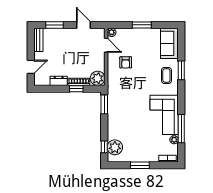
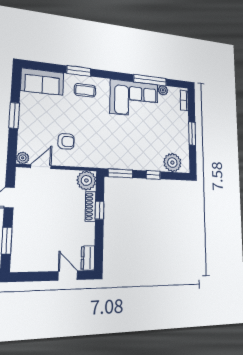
bench: (38, 40) -> (28, 265), removed
dresser: (59, 81) -> (88, 258), moved
window: (104, 147) -> (153, 175), moved

